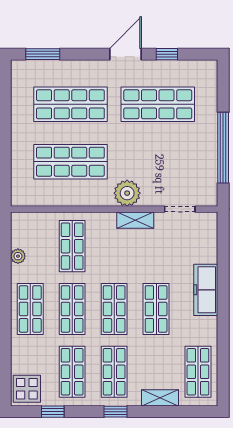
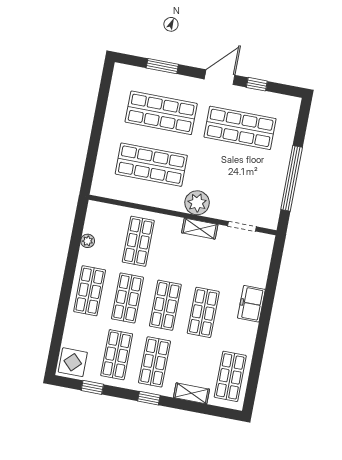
window: (43, 54) -> (162, 66), moved
freezer: (206, 290) -> (251, 304), width x0.71

